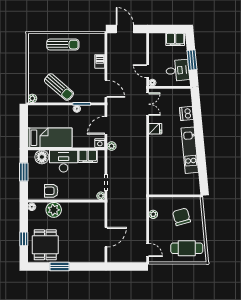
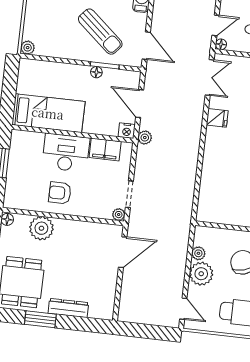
door: (148, 71) -> (216, 25), swing flipped
sun lounger: (59, 87) -> (100, 32), moved
door: (106, 125) -> (140, 104), hinge flipped
floor lamp: (42, 157) -> (32, 142), removed
armchair: (51, 191) -> (60, 193), moved
plant: (156, 227) -> (201, 274), added
door: (106, 237) -> (123, 252), moved
dresser: (76, 258) -> (68, 308), added

